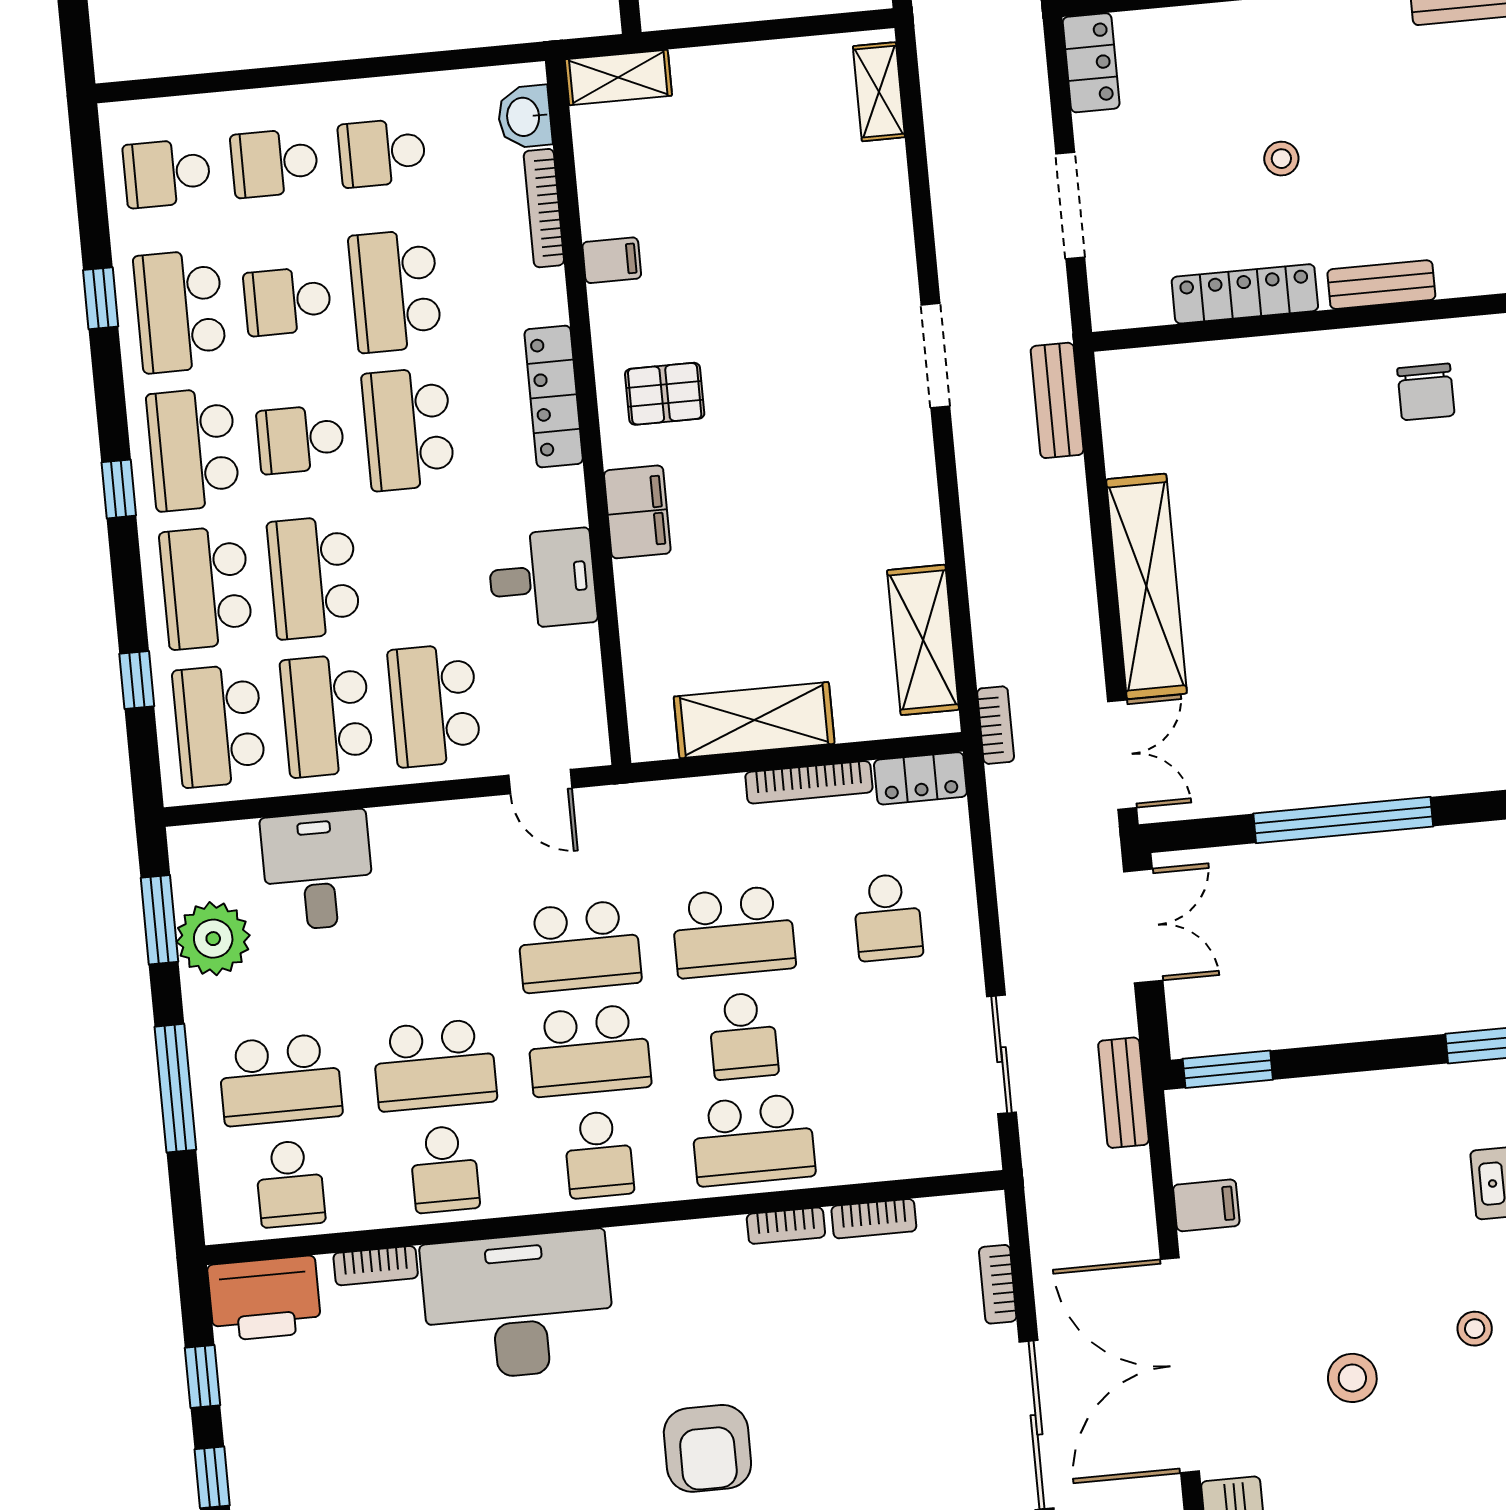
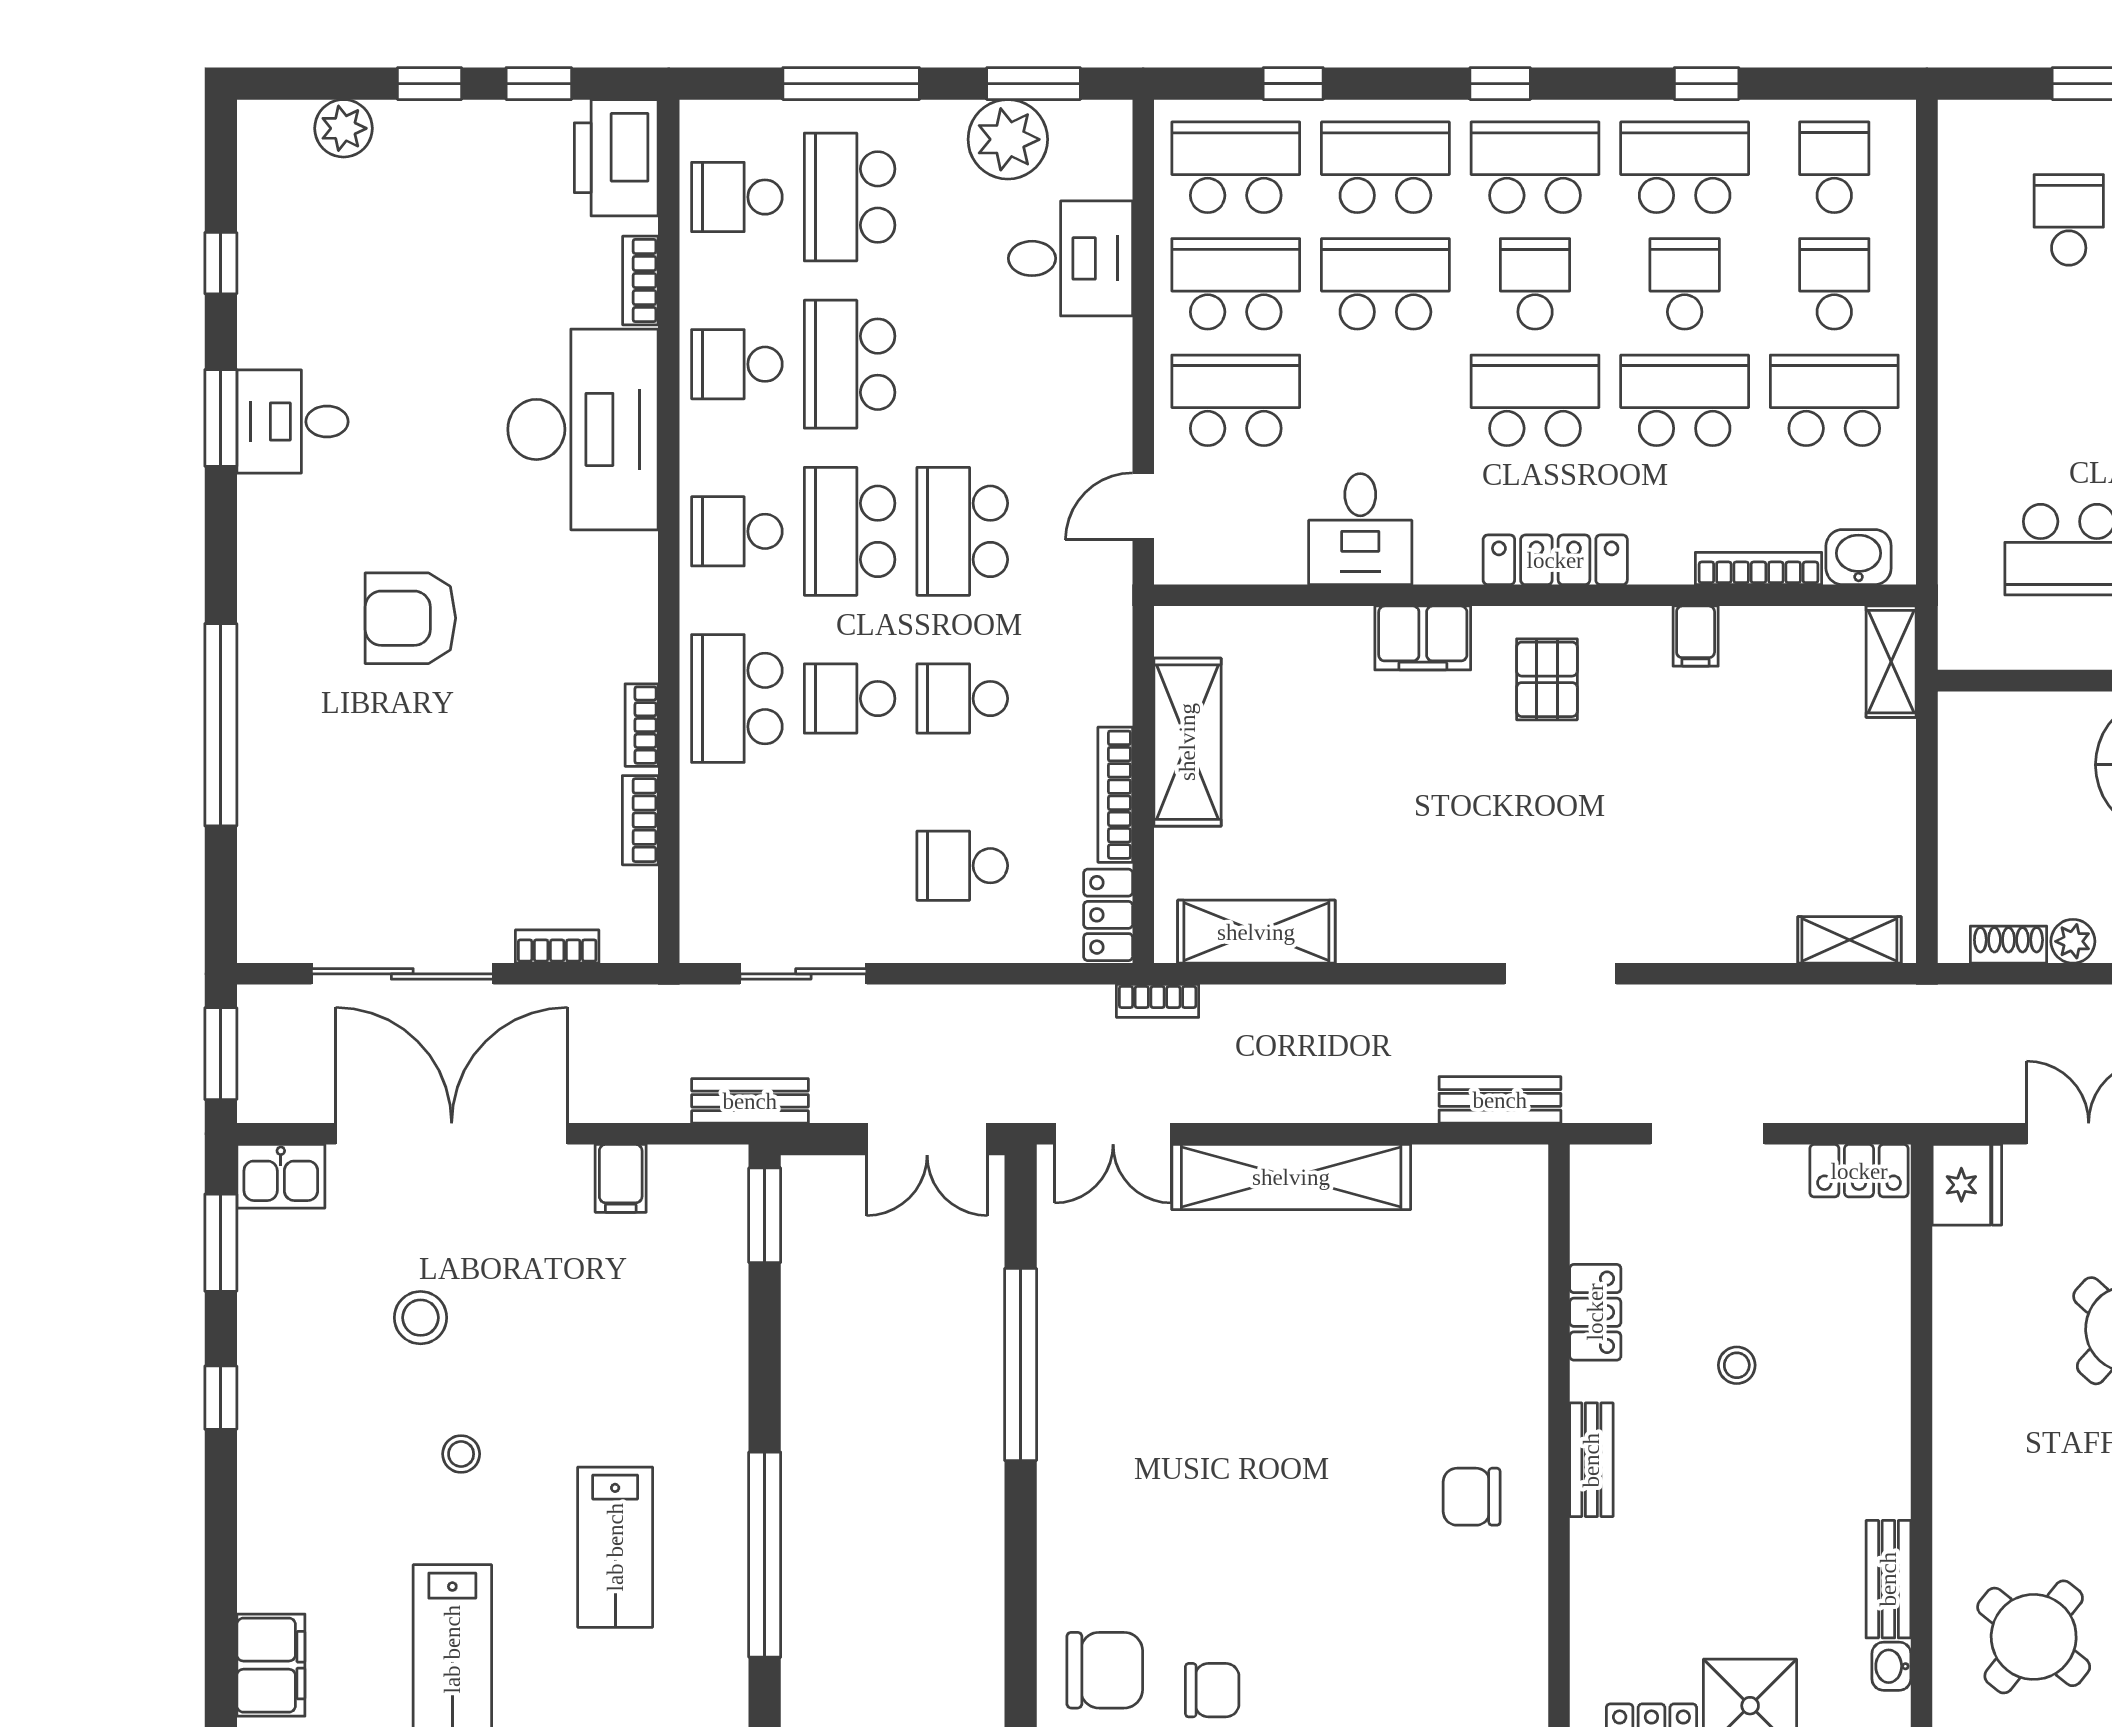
school desk: (382, 153) -> (1834, 400), width x1.85
locker: (1245, 294) -> (1595, 1312), width x0.66
school desk: (733, 932) -> (962, 699), width x0.54

